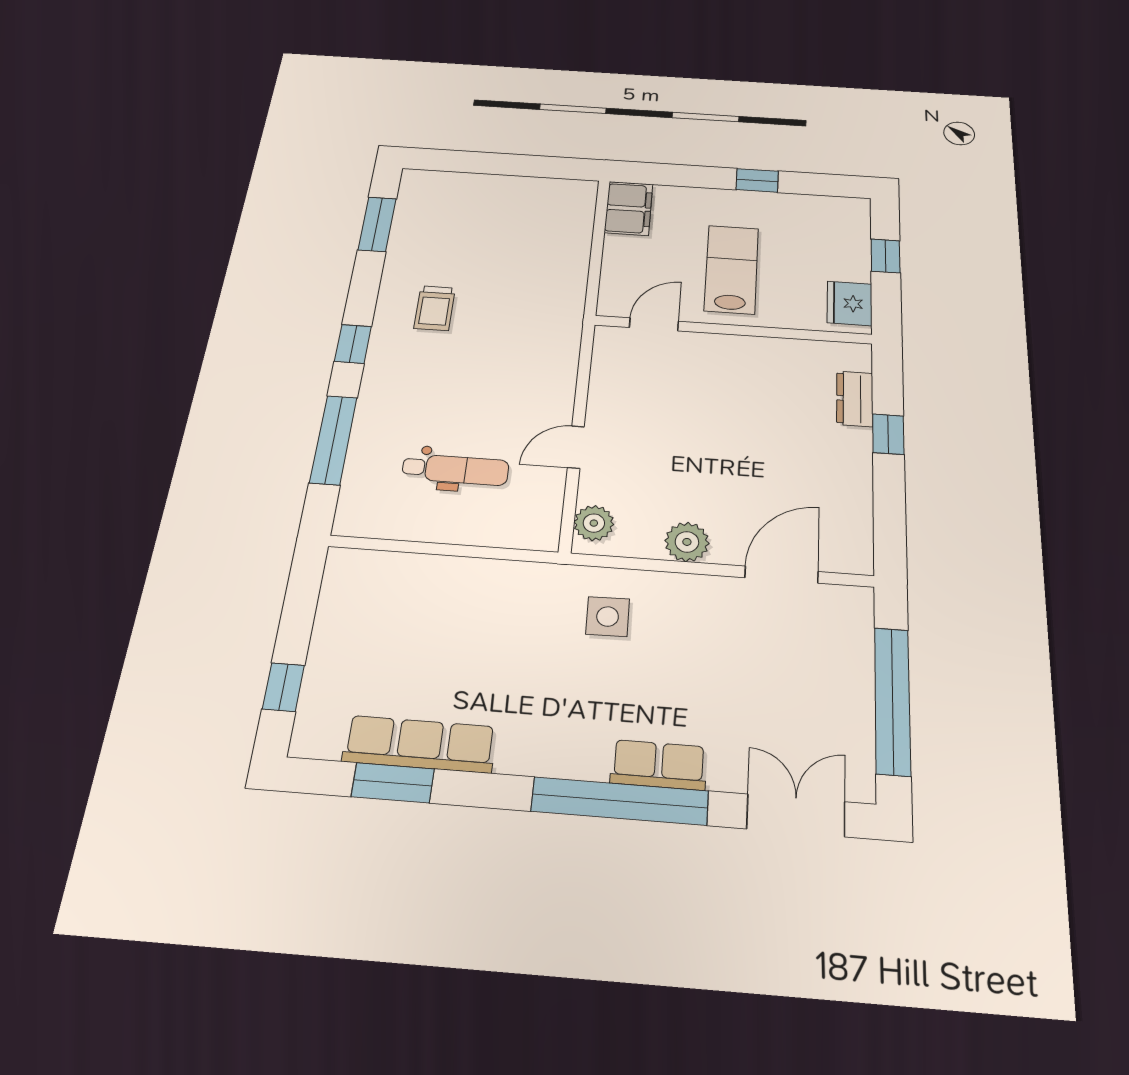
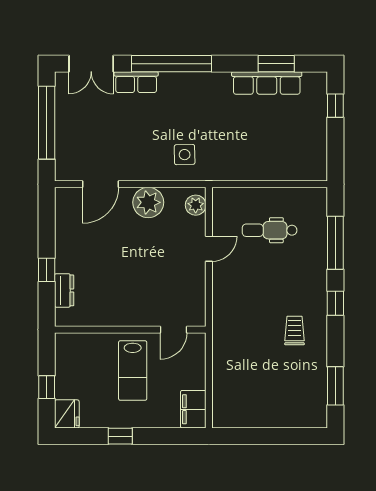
fridge: (850, 303) -> (67, 414), moved
plant: (687, 542) -> (148, 202), width x1.36, depth x1.36
row of seats: (659, 765) -> (136, 82), moved

